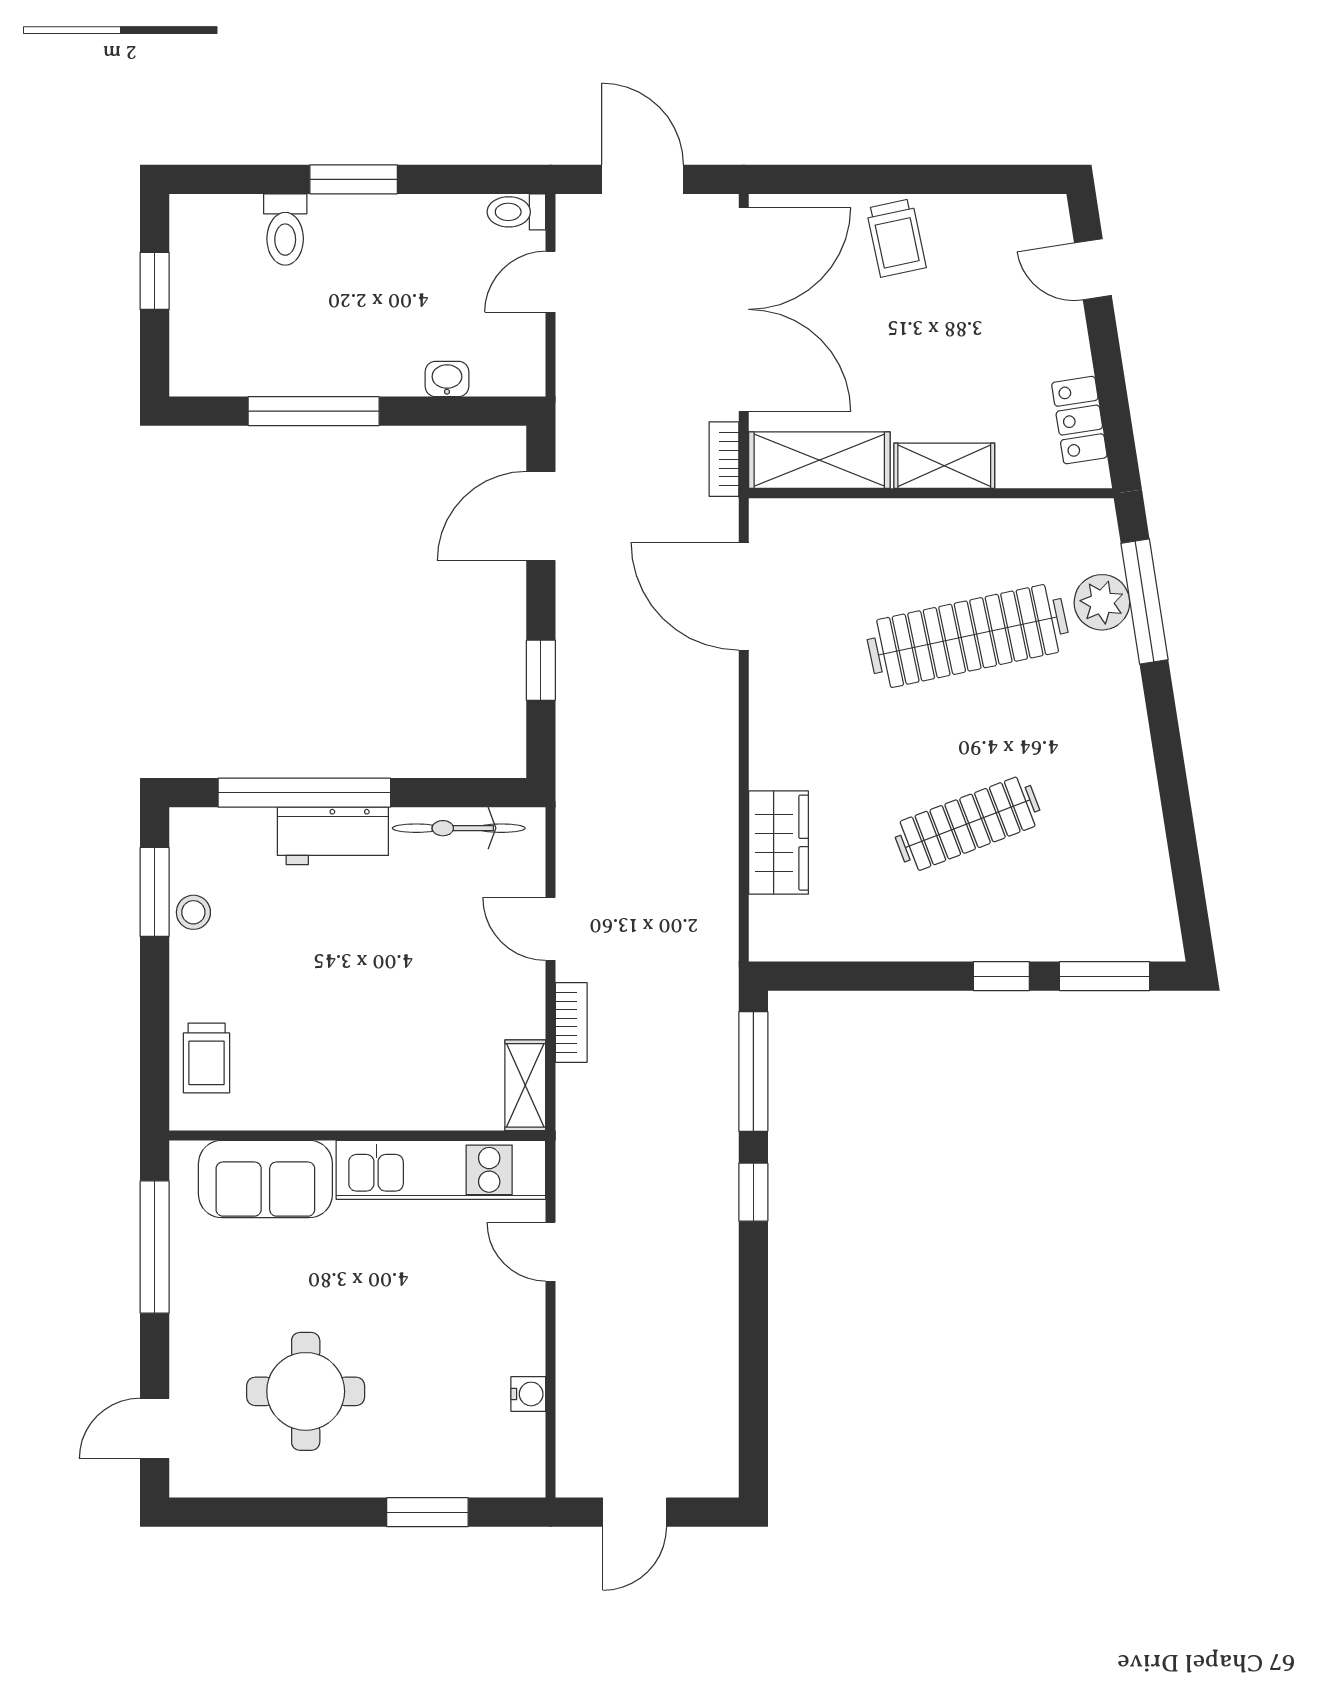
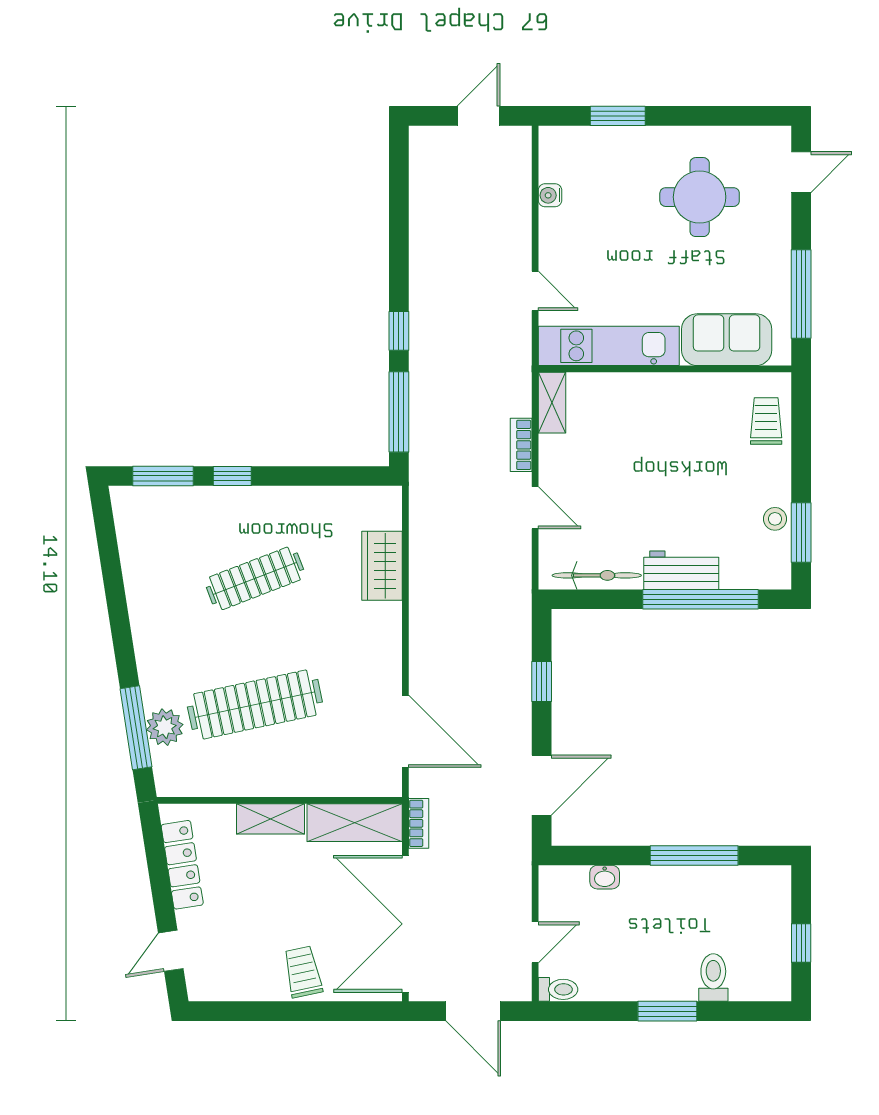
door: (1093, 269) -> (171, 951), swing flipped
locker: (1079, 420) -> (182, 865), width x1.53

